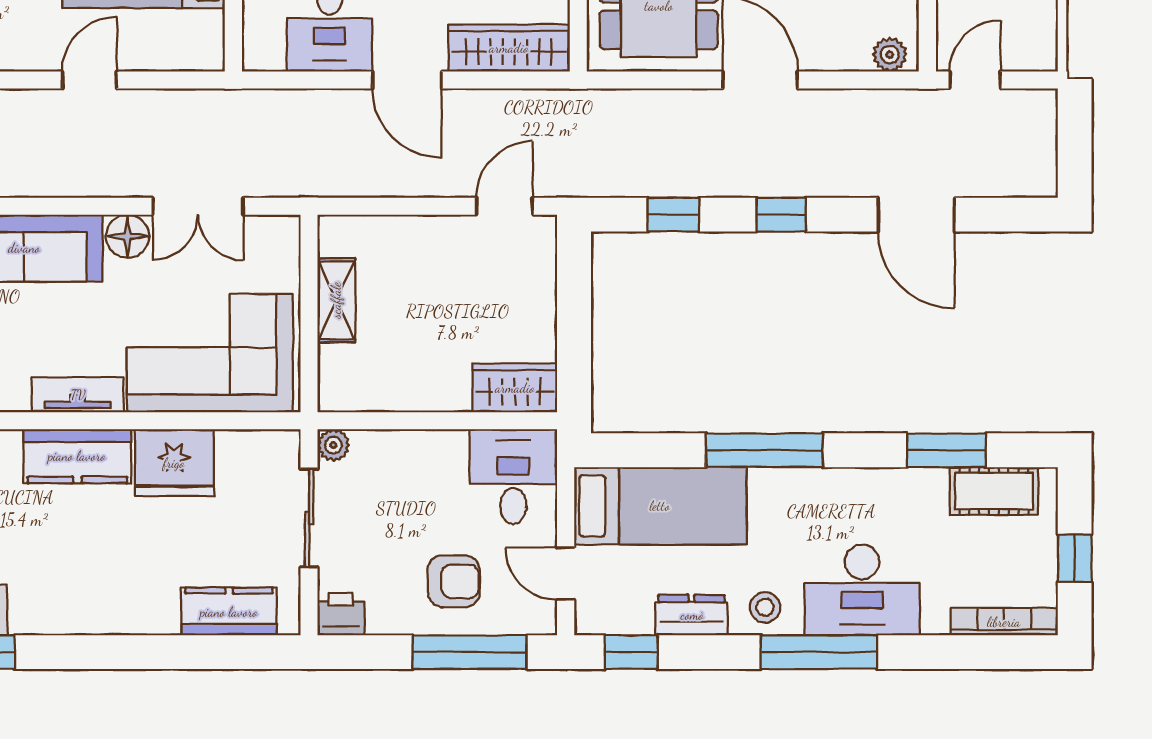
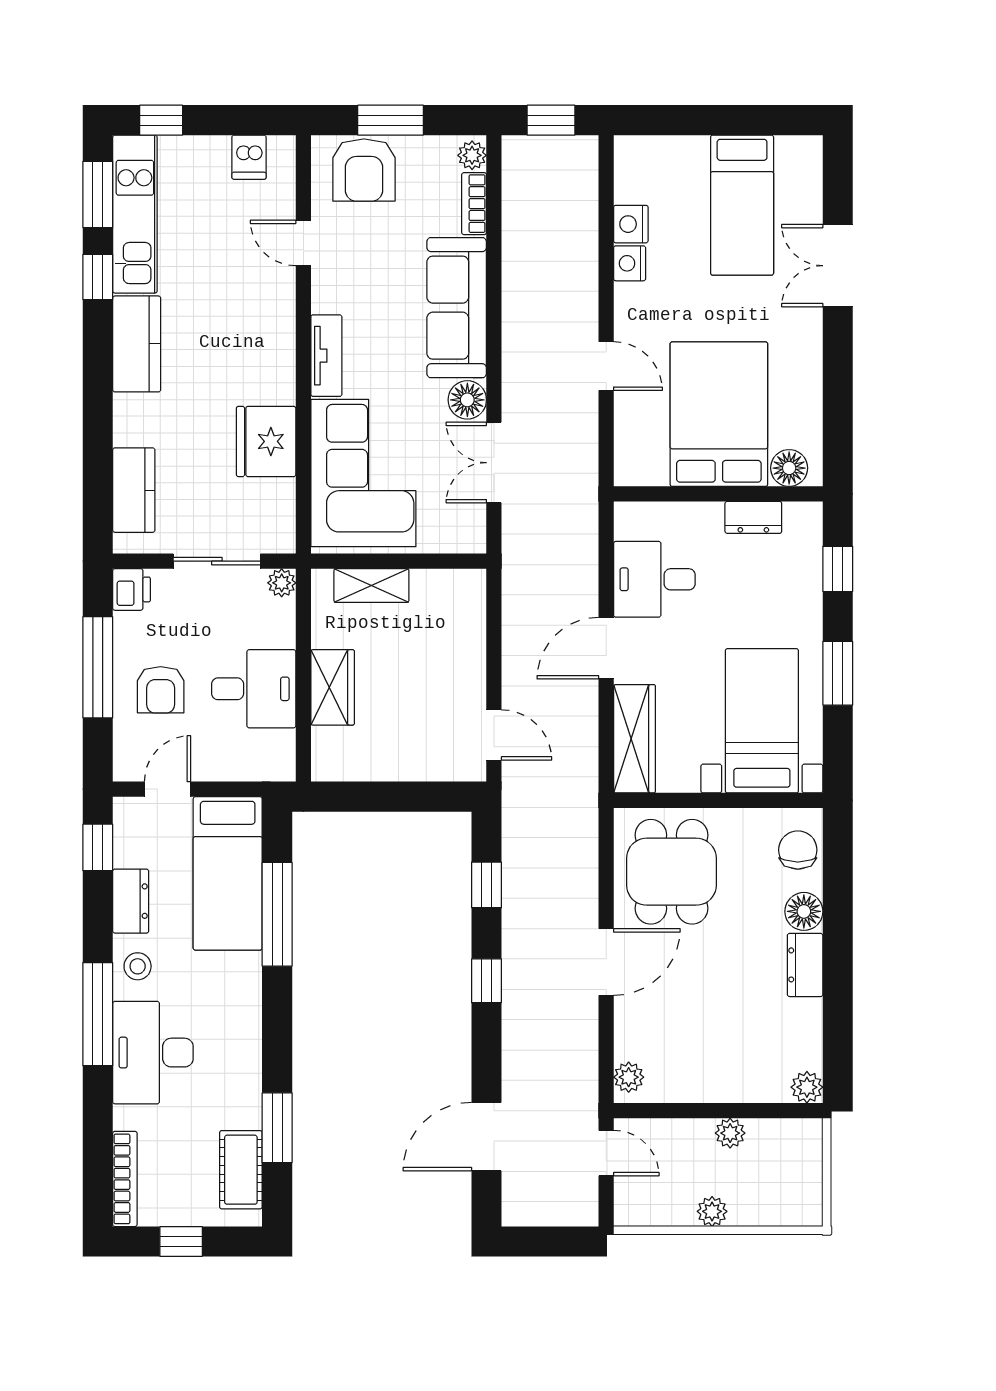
door: (916, 215) -> (486, 1137), moved
shelving: (336, 300) -> (371, 586), moved
wardrobe: (515, 388) -> (333, 687), moved
window: (764, 450) -> (277, 914), moved
kitchen counter: (77, 456) -> (137, 344), moved, turned 180
desk: (513, 477) -> (254, 689), moved
window: (469, 652) -> (98, 667), moved

